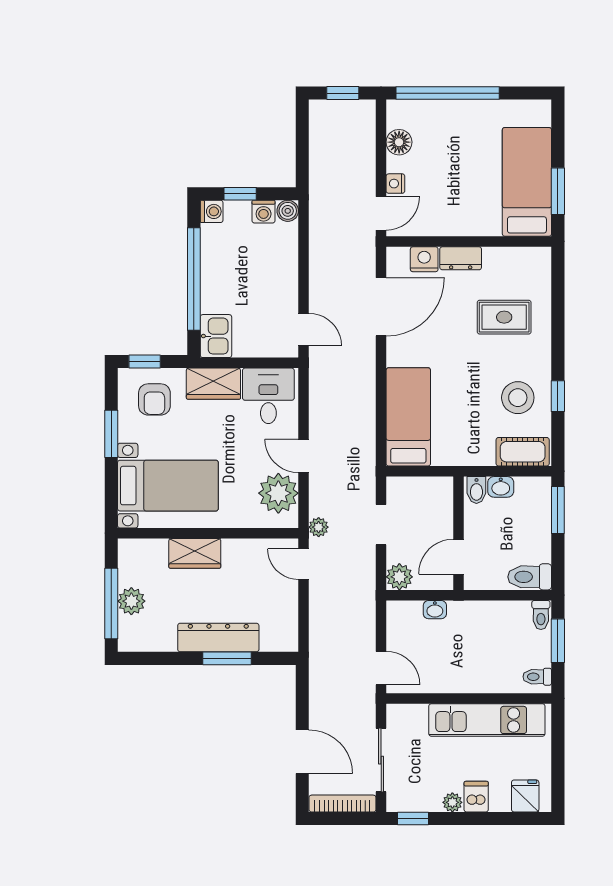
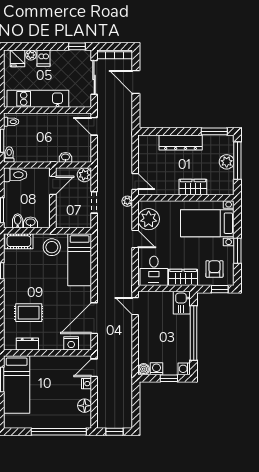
dresser: (461, 258) -> (27, 344), moved
stool: (518, 398) -> (52, 247), moved
bidet: (476, 490) -> (18, 221), moved
window: (227, 658) -> (214, 131), moved
plant: (452, 802) -> (31, 55), moved

